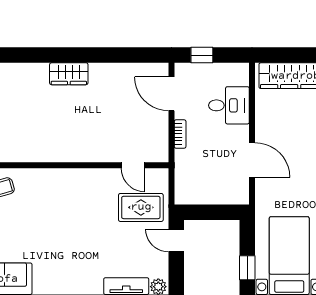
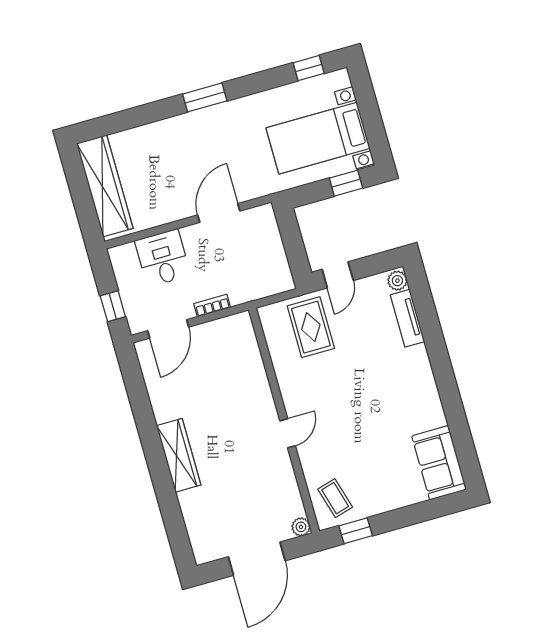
wardrobe: (69, 74) -> (179, 455), width x1.50
door: (133, 165) -> (288, 433), moved

